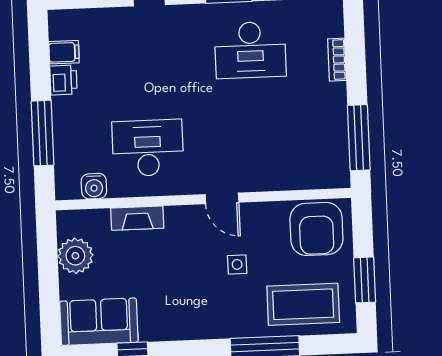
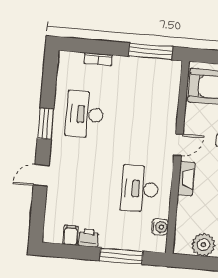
desk: (250, 50) -> (85, 114), turned 180
fireplace: (137, 218) -> (186, 179), moved

